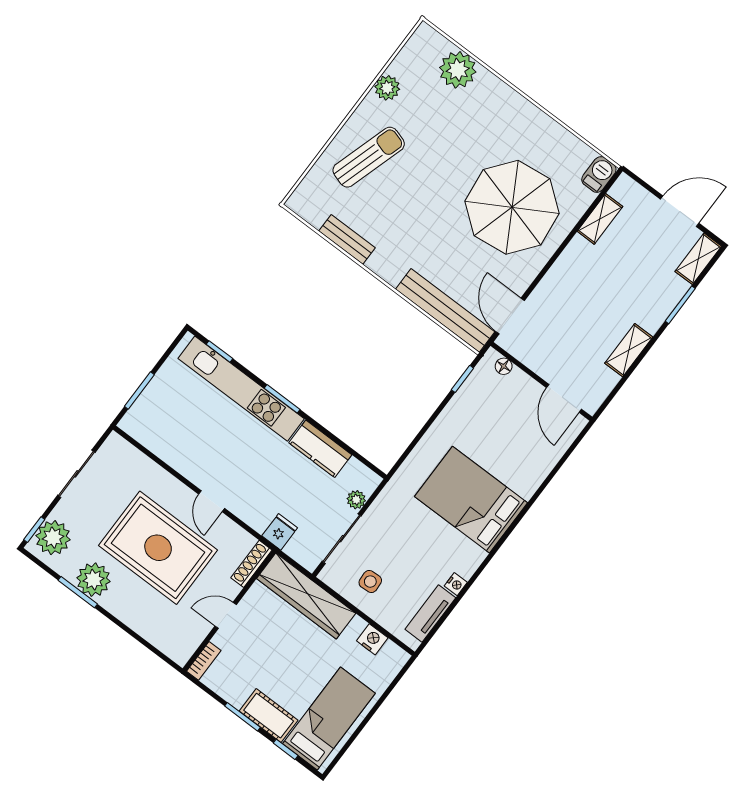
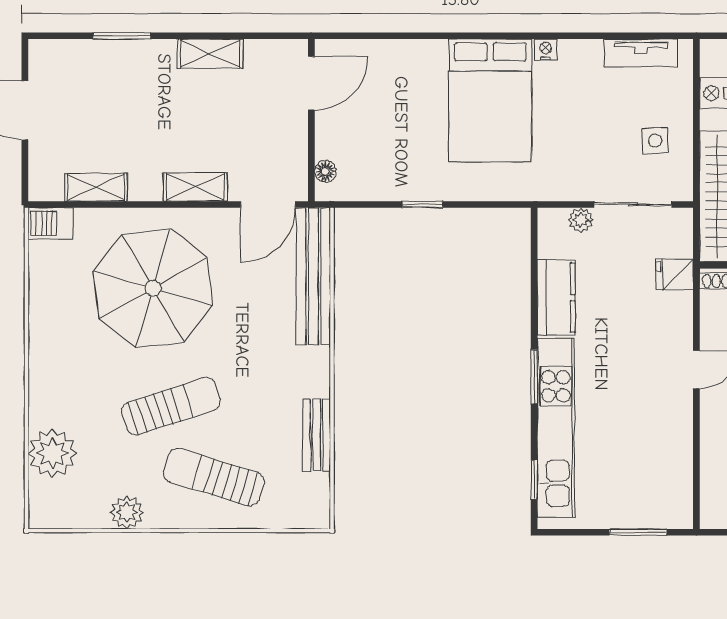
sun lounger: (432, 164) -> (171, 406), added
shelving: (698, 259) -> (195, 187), moved
window: (462, 379) -> (423, 204), moved
nightstand: (456, 584) -> (545, 50), moved

